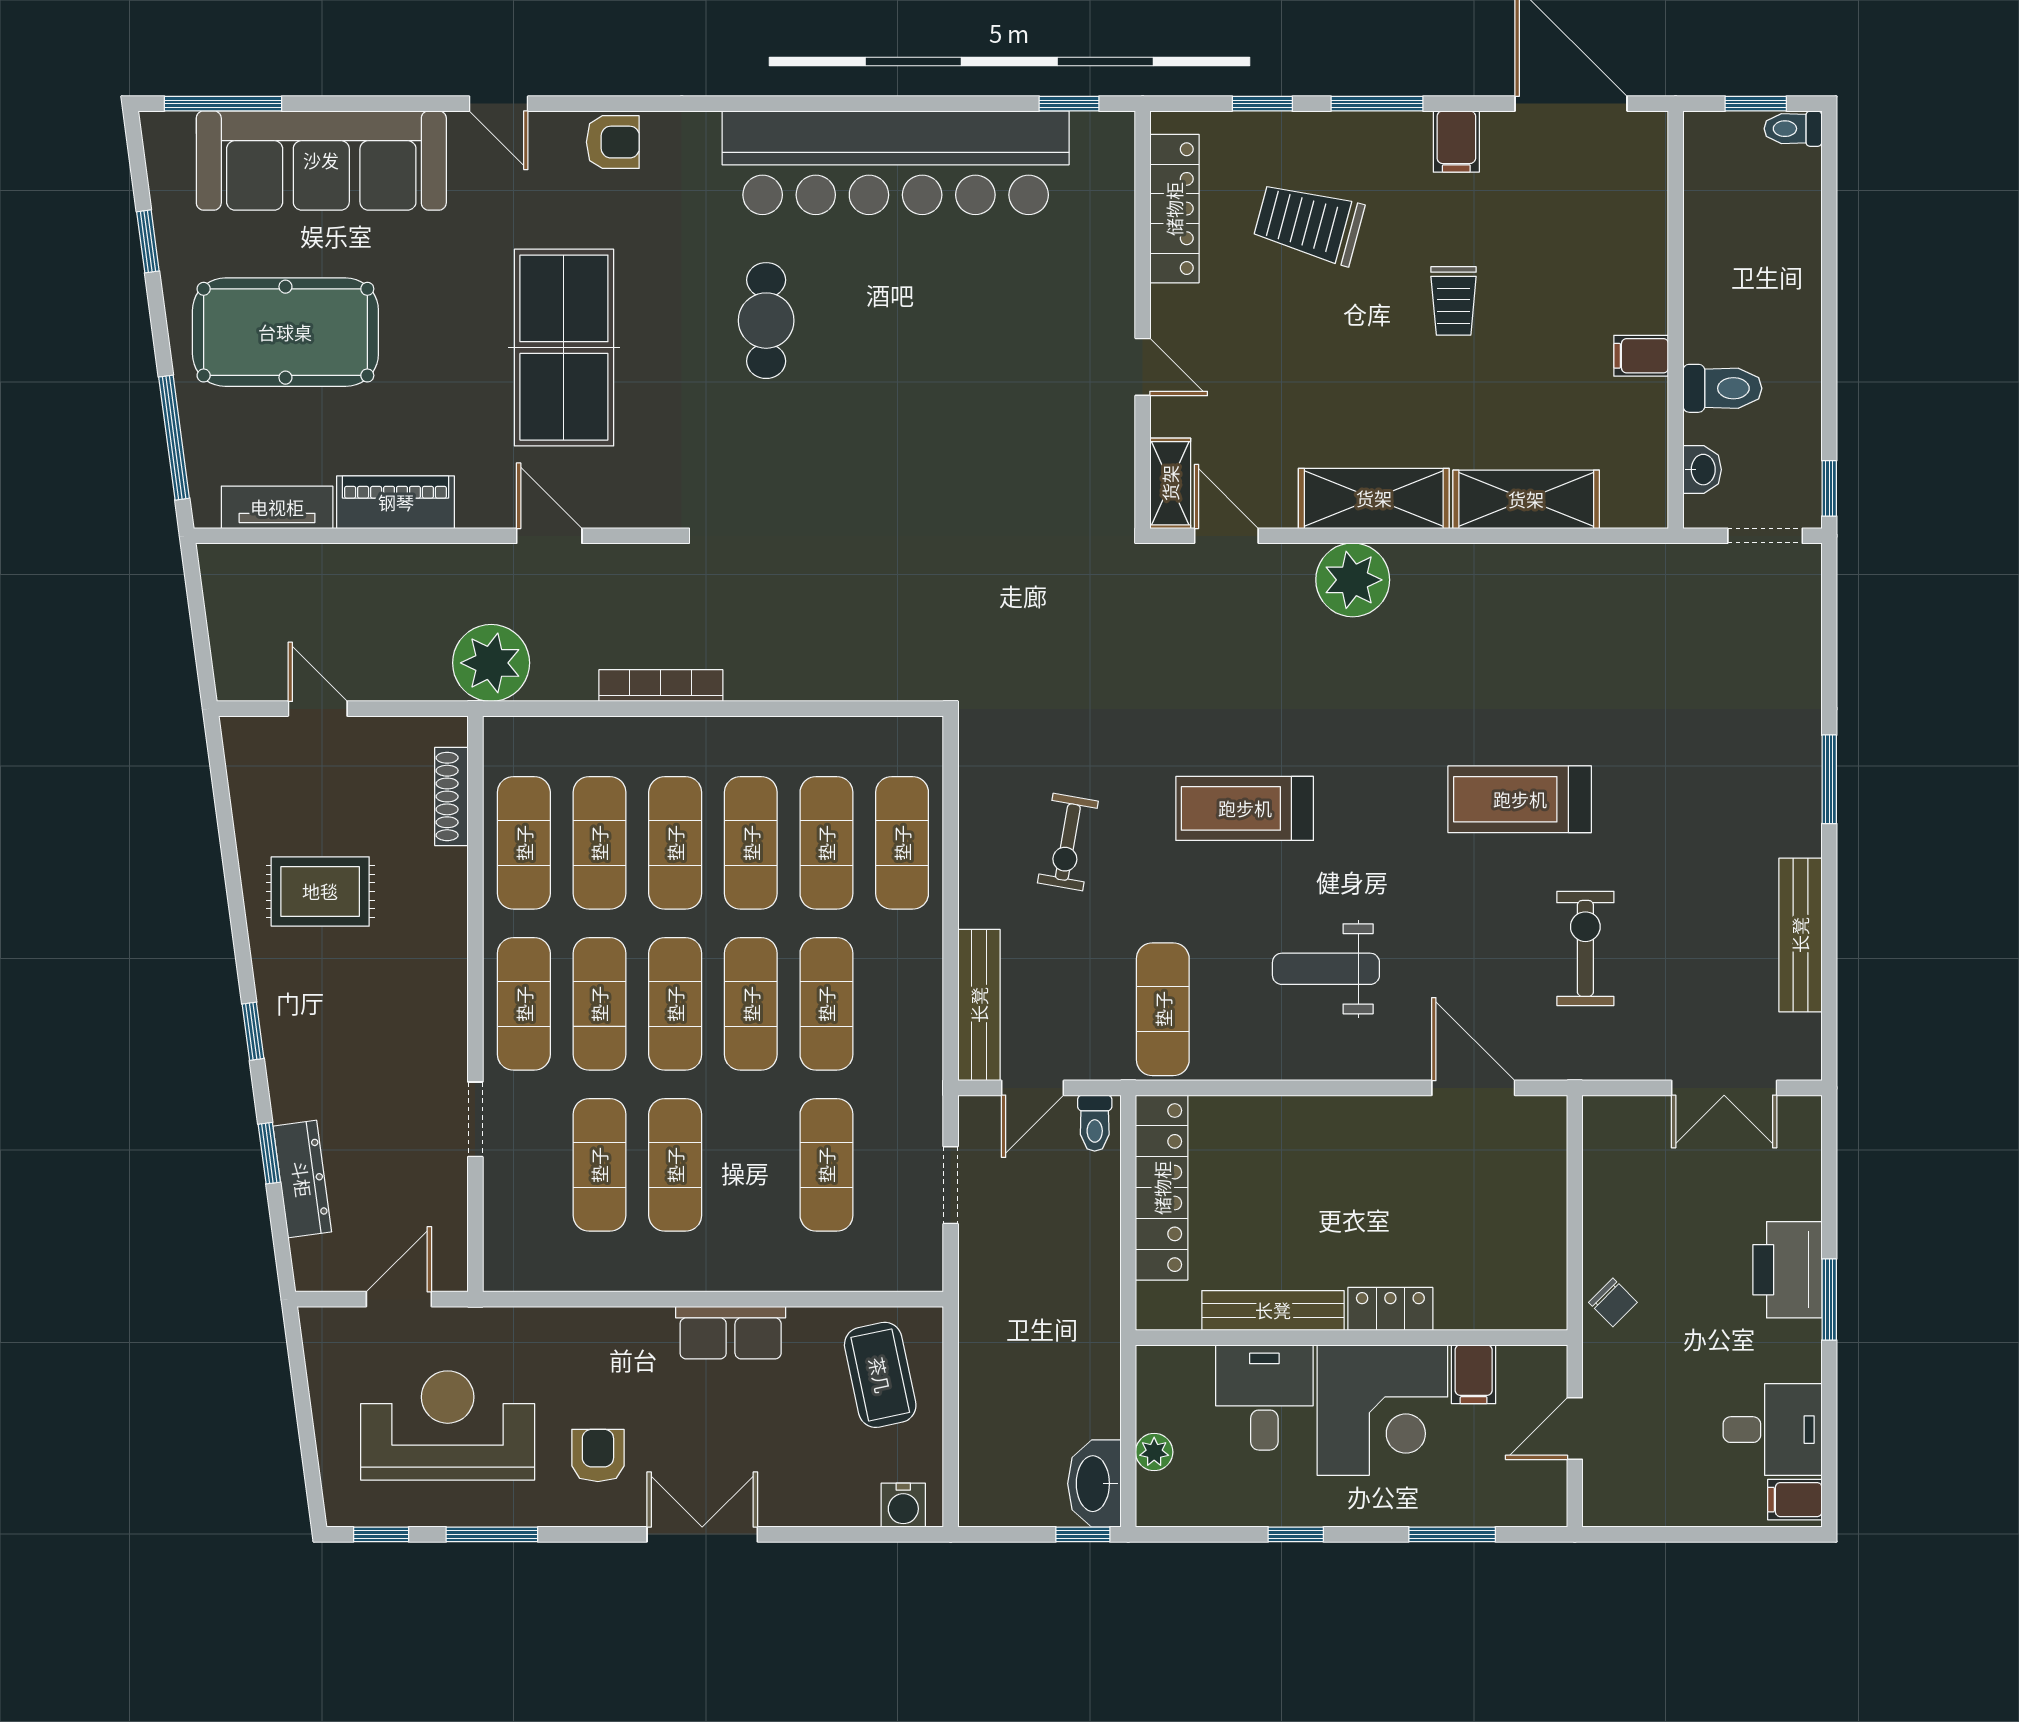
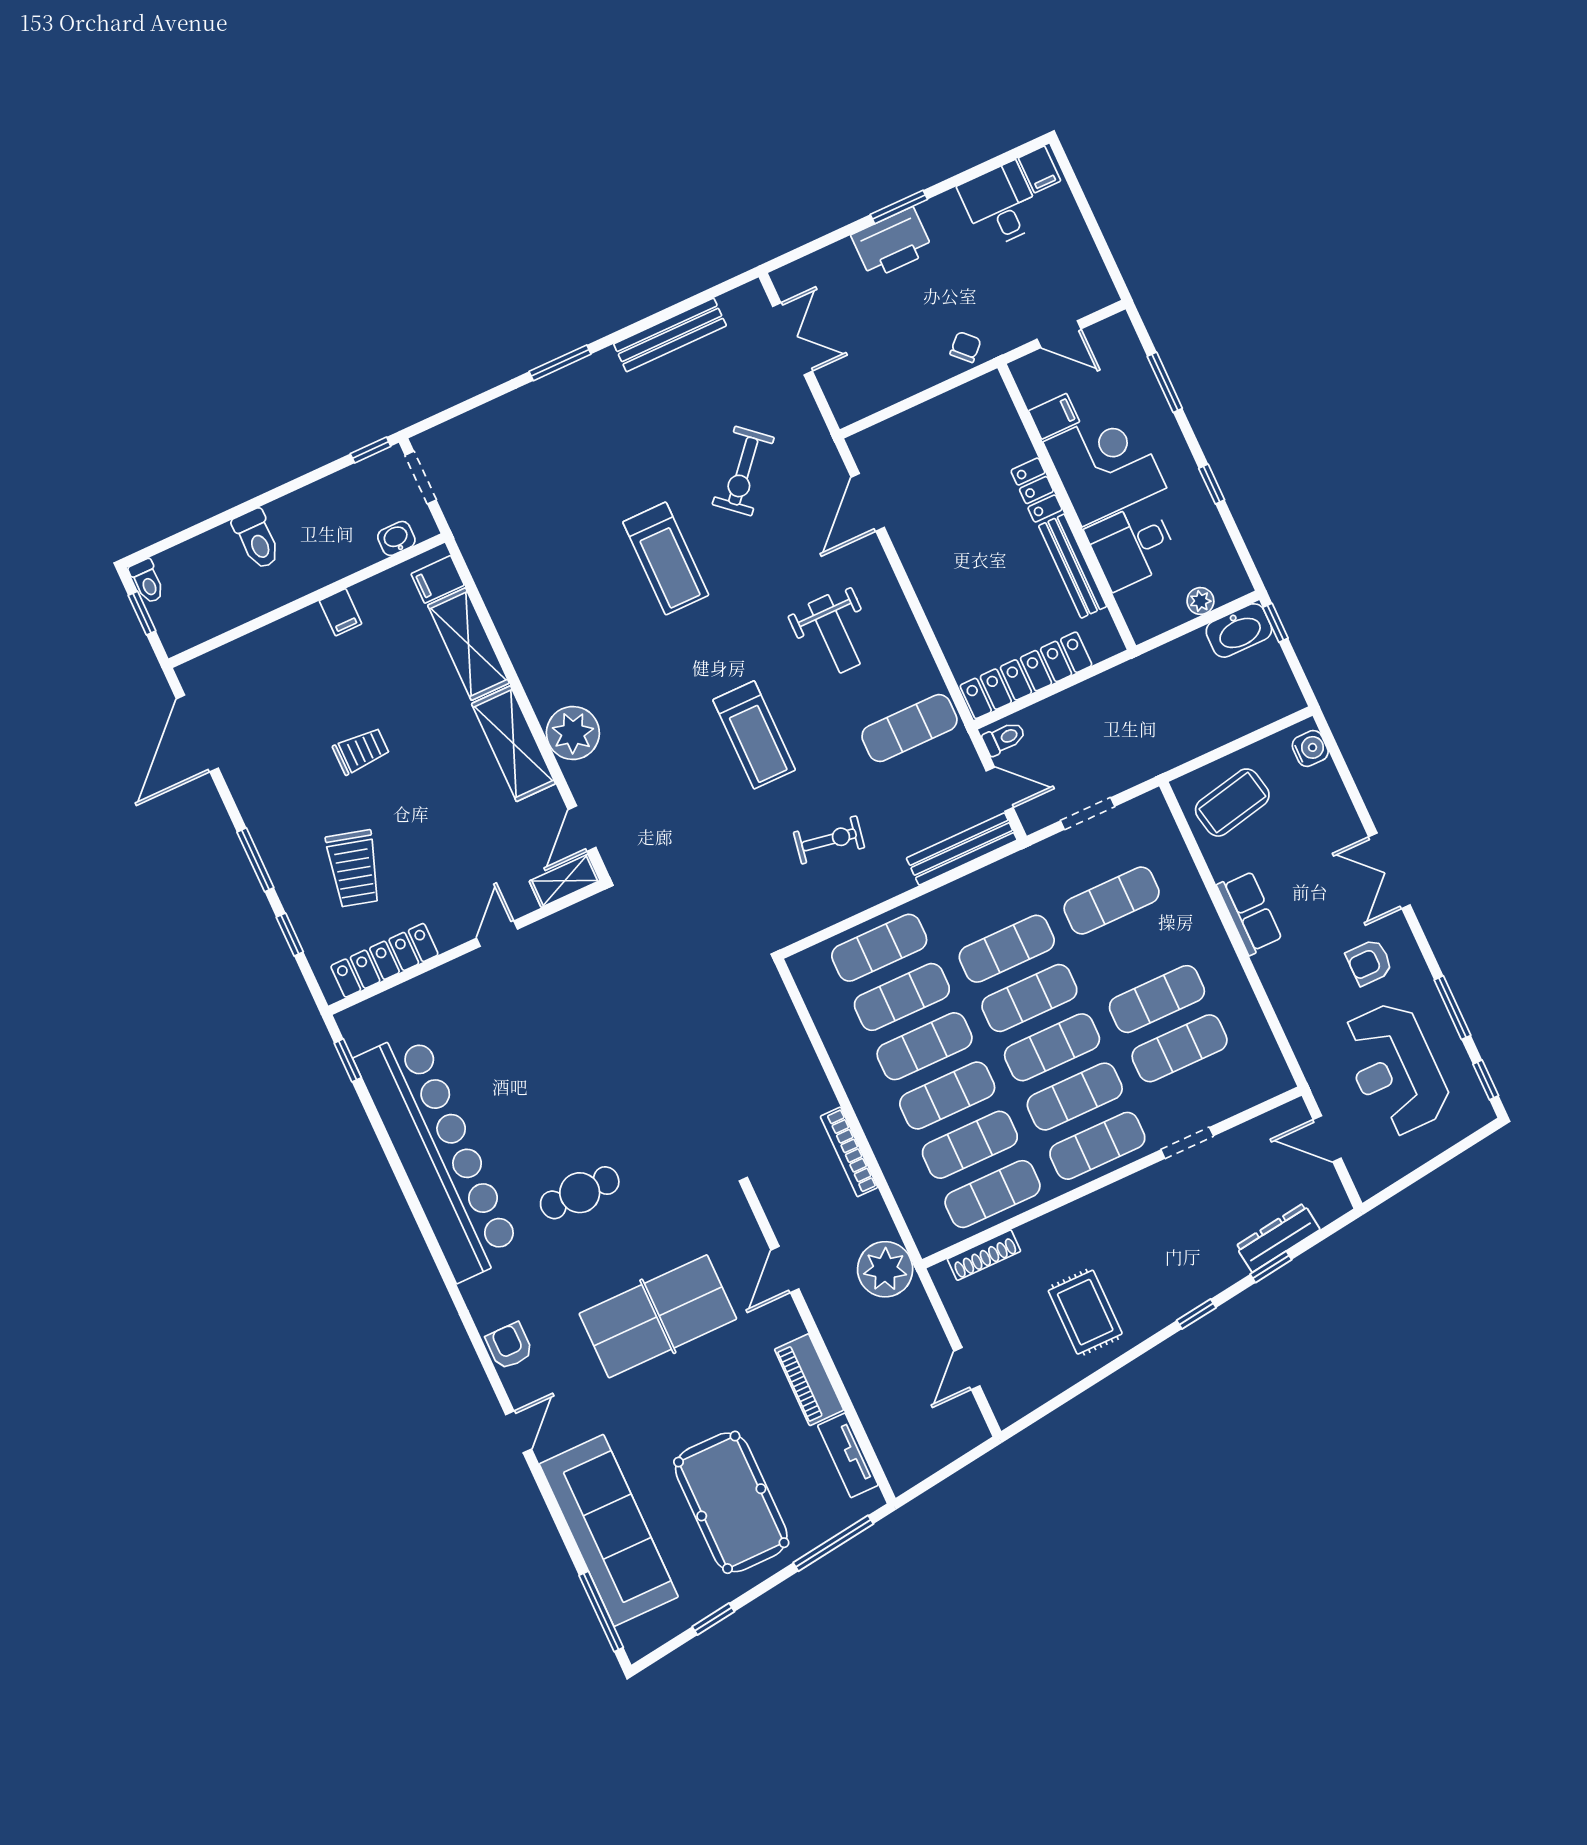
filing cabinet: (1456, 141) -> (438, 579), moved, turned 180
toilet: (1722, 388) -> (257, 539), moved, turned 180
exercise bike: (1585, 948) -> (743, 471), turned -49

